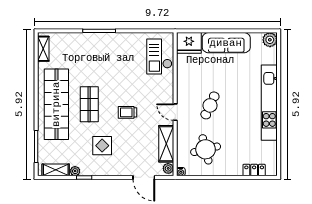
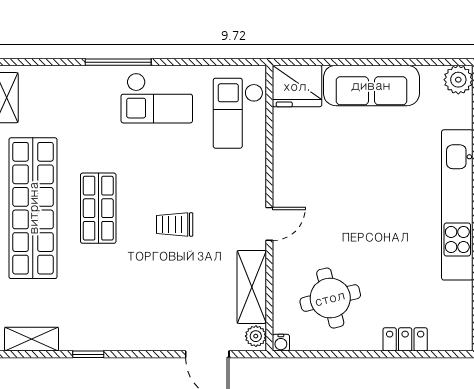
checkout: (119, 49) -> (157, 98), added
cafe table: (210, 105) -> (339, 211), removed
door: (175, 112) -> (269, 224), swing flipped
display table: (102, 146) -> (124, 291), removed
locker: (254, 170) -> (405, 339), moved
plant: (75, 171) -> (70, 342), removed

